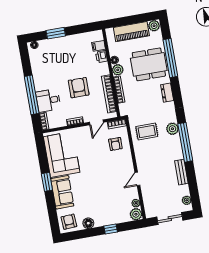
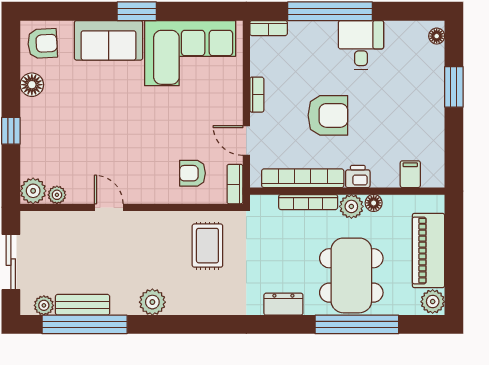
printer: (101, 57) -> (358, 176), moved
desk: (48, 100) -> (361, 45), moved
plant: (172, 129) -> (152, 302), moved
window: (185, 142) -> (85, 324), moved
bench: (181, 172) -> (83, 305), moved

